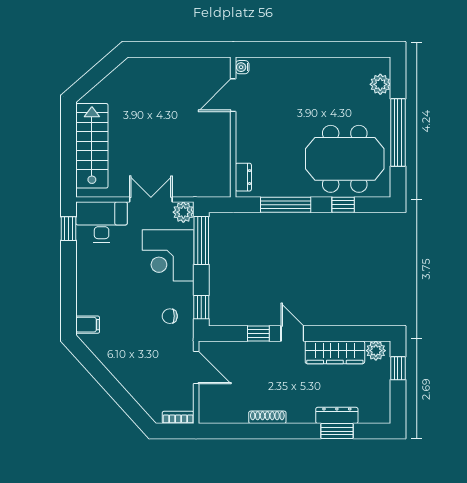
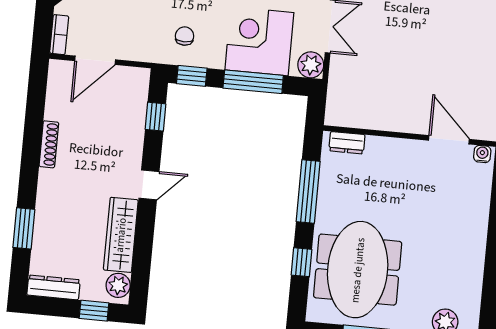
window: (201, 241) -> (253, 82), moved
window: (258, 333) -> (155, 117), moved
door: (196, 367) -> (95, 60), moved
dresser: (337, 415) -> (54, 287), moved, turned -90

